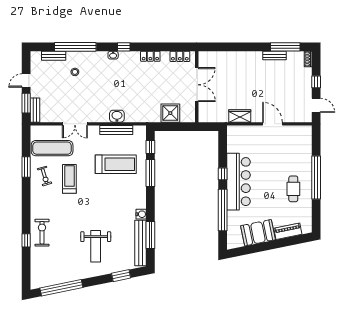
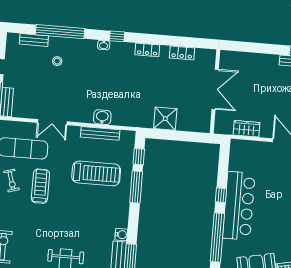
double door: (197, 85) -> (215, 89), moved
wall: (197, 87) -> (215, 92), moved

